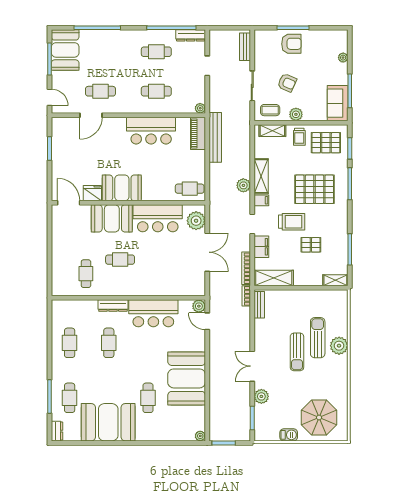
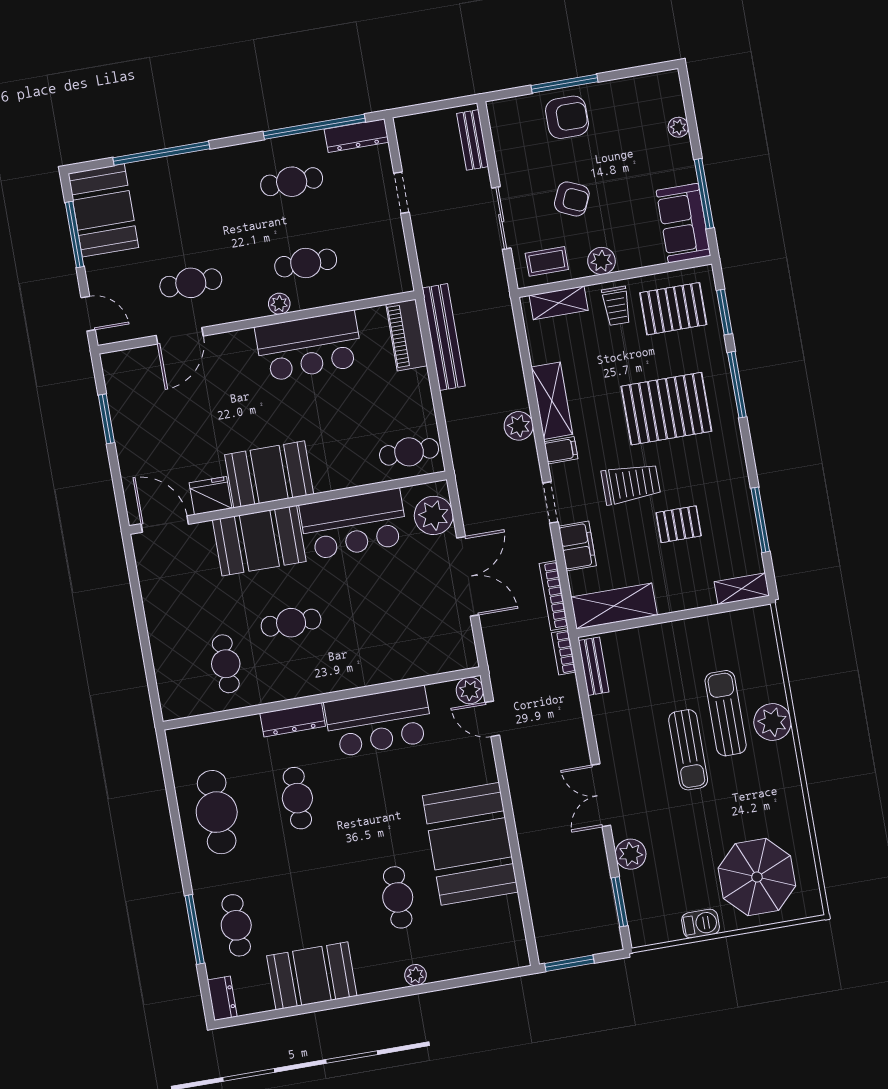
plant: (200, 108) -> (279, 304), moved
cafe table: (70, 343) -> (217, 812), width x1.37, depth x1.35
booth: (108, 422) -> (312, 976), width x0.73, depth x0.70
plant: (200, 436) -> (416, 975), moved

